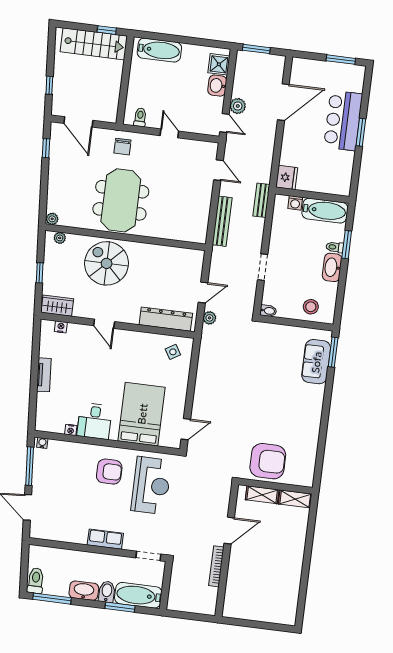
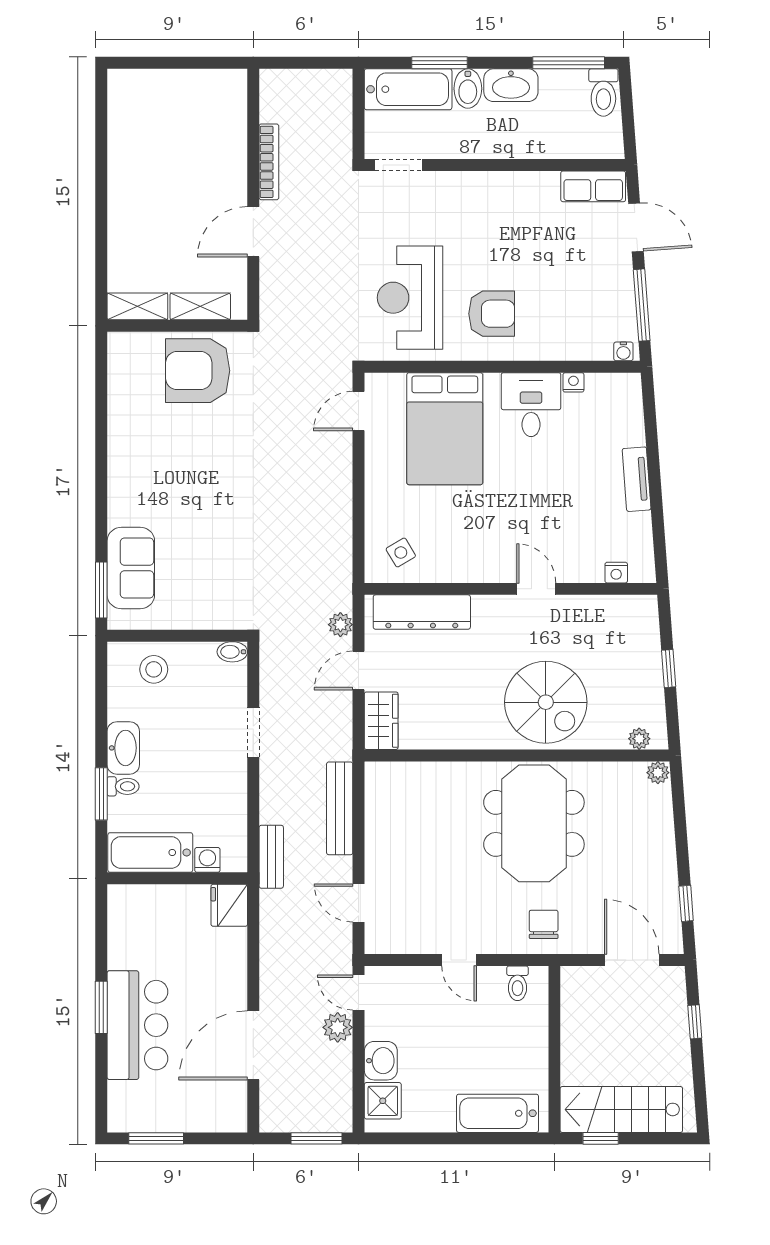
wardrobe: (57, 306) -> (381, 721), moved, turned -90
armchair: (109, 472) -> (492, 314), turned 180
row of seats: (105, 539) -> (593, 186), moved

